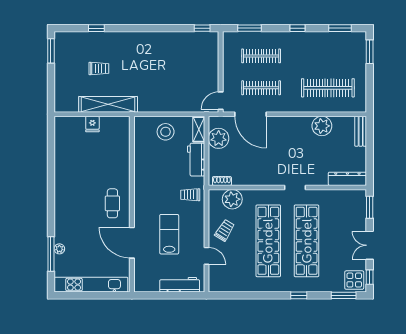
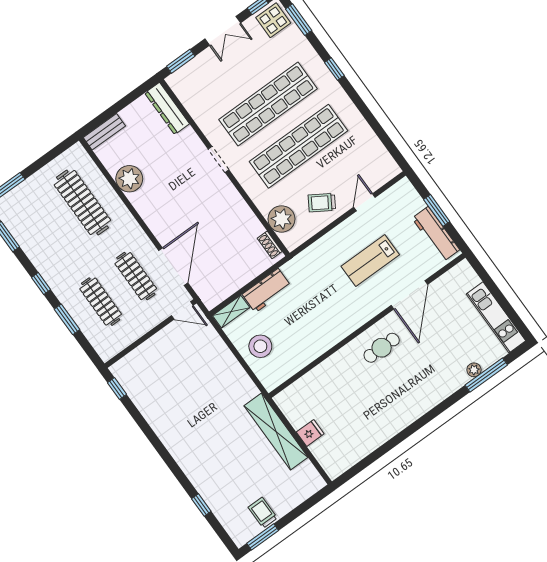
window: (250, 28) -> (67, 319), moved
trolley: (99, 68) -> (263, 513), moved
plant: (219, 138) -> (225, 283), removed
trolley: (190, 195) -> (310, 269), removed
kitchen unit: (91, 285) -> (496, 317), width x0.73
workbench: (180, 285) -> (436, 234), moved
window: (170, 295) -> (437, 210), added

